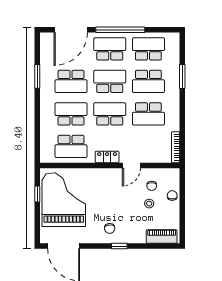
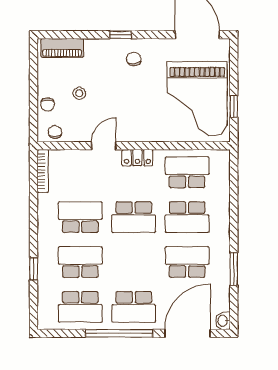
washbasin: (45, 39) -> (223, 321), added
window: (182, 76) -> (34, 269), width x0.67
school desk: (110, 81) -> (134, 262), removed
chair: (152, 186) -> (55, 132), moved

